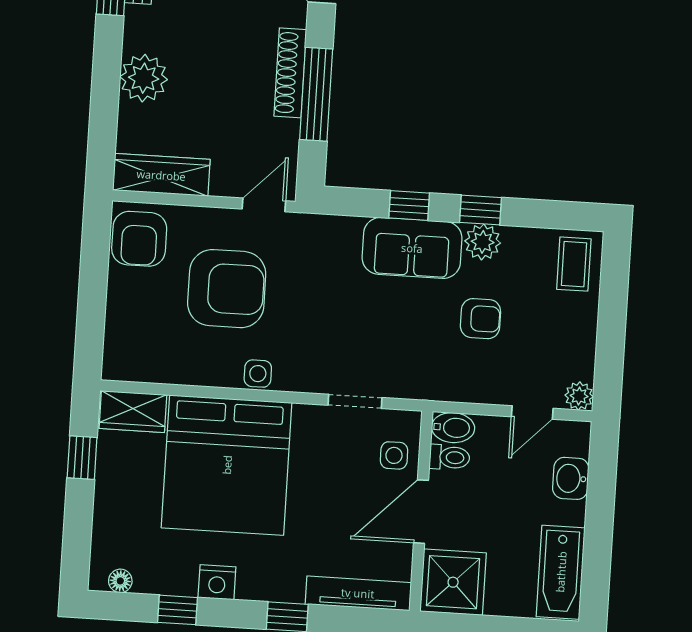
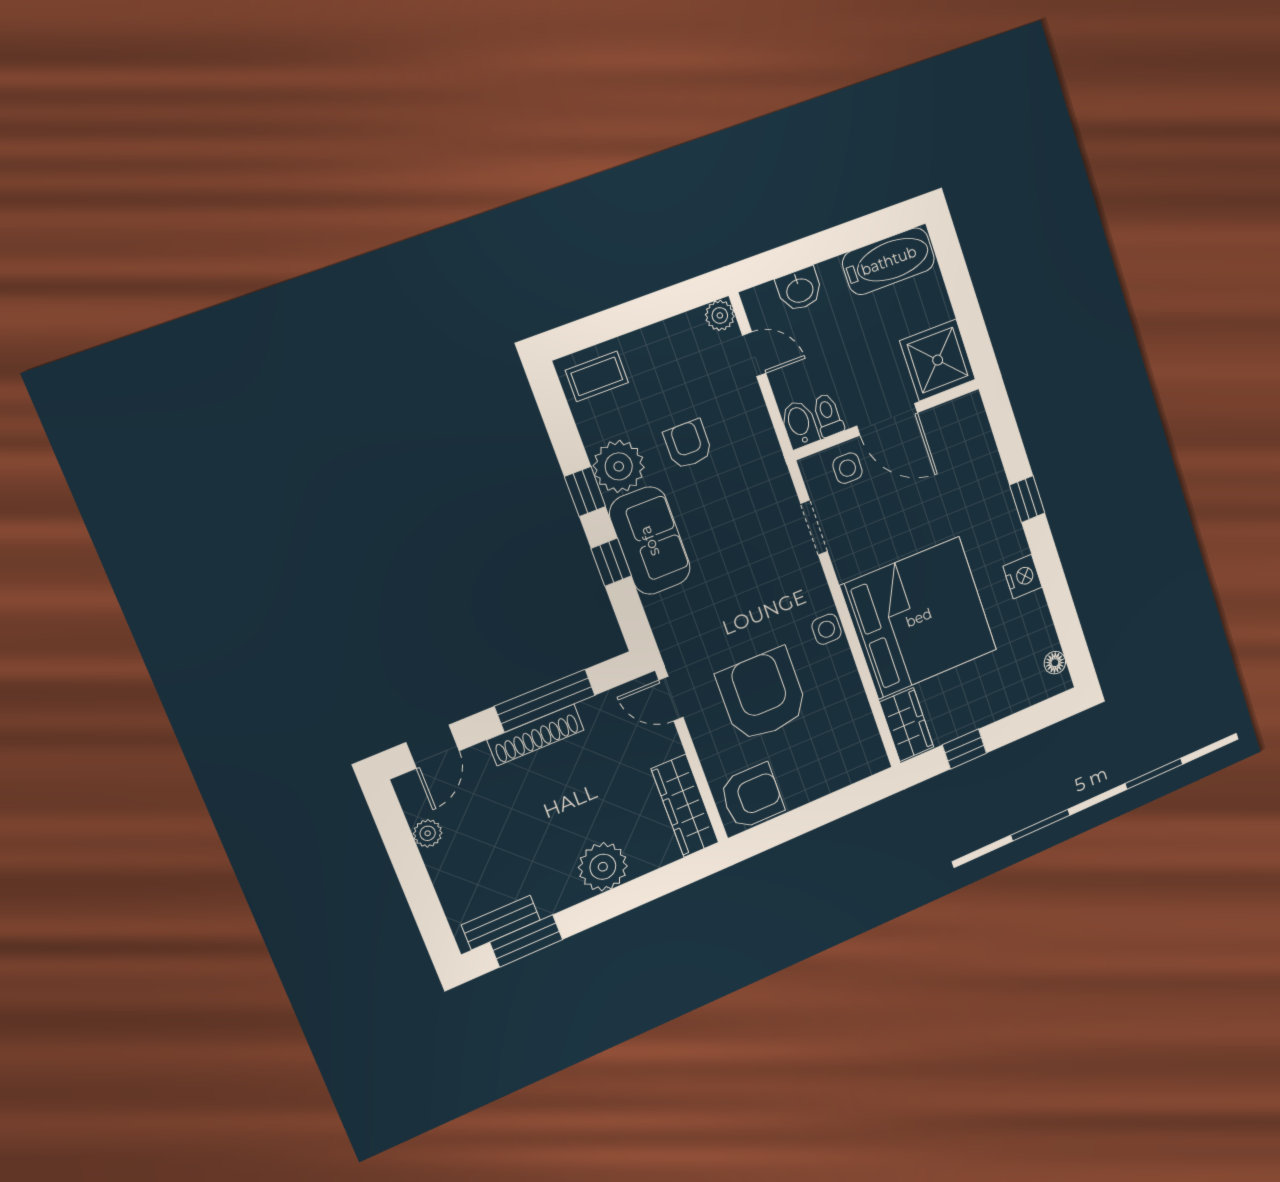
plant: (483, 242) -> (619, 466), width x1.36, depth x1.36
tv unit: (358, 593) -> (982, 444), removed
window: (178, 610) -> (1059, 600), removed

